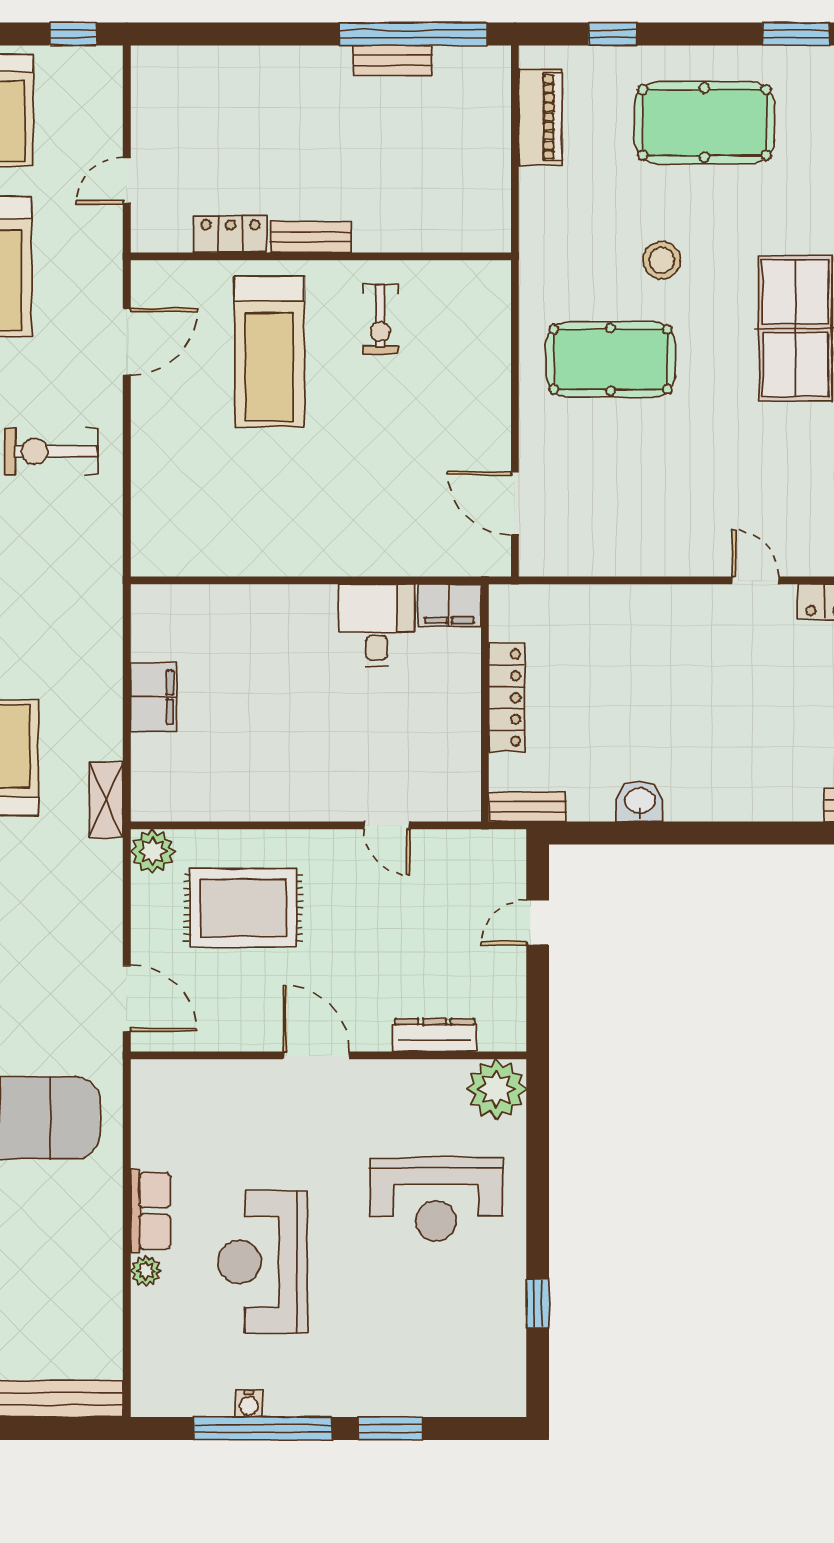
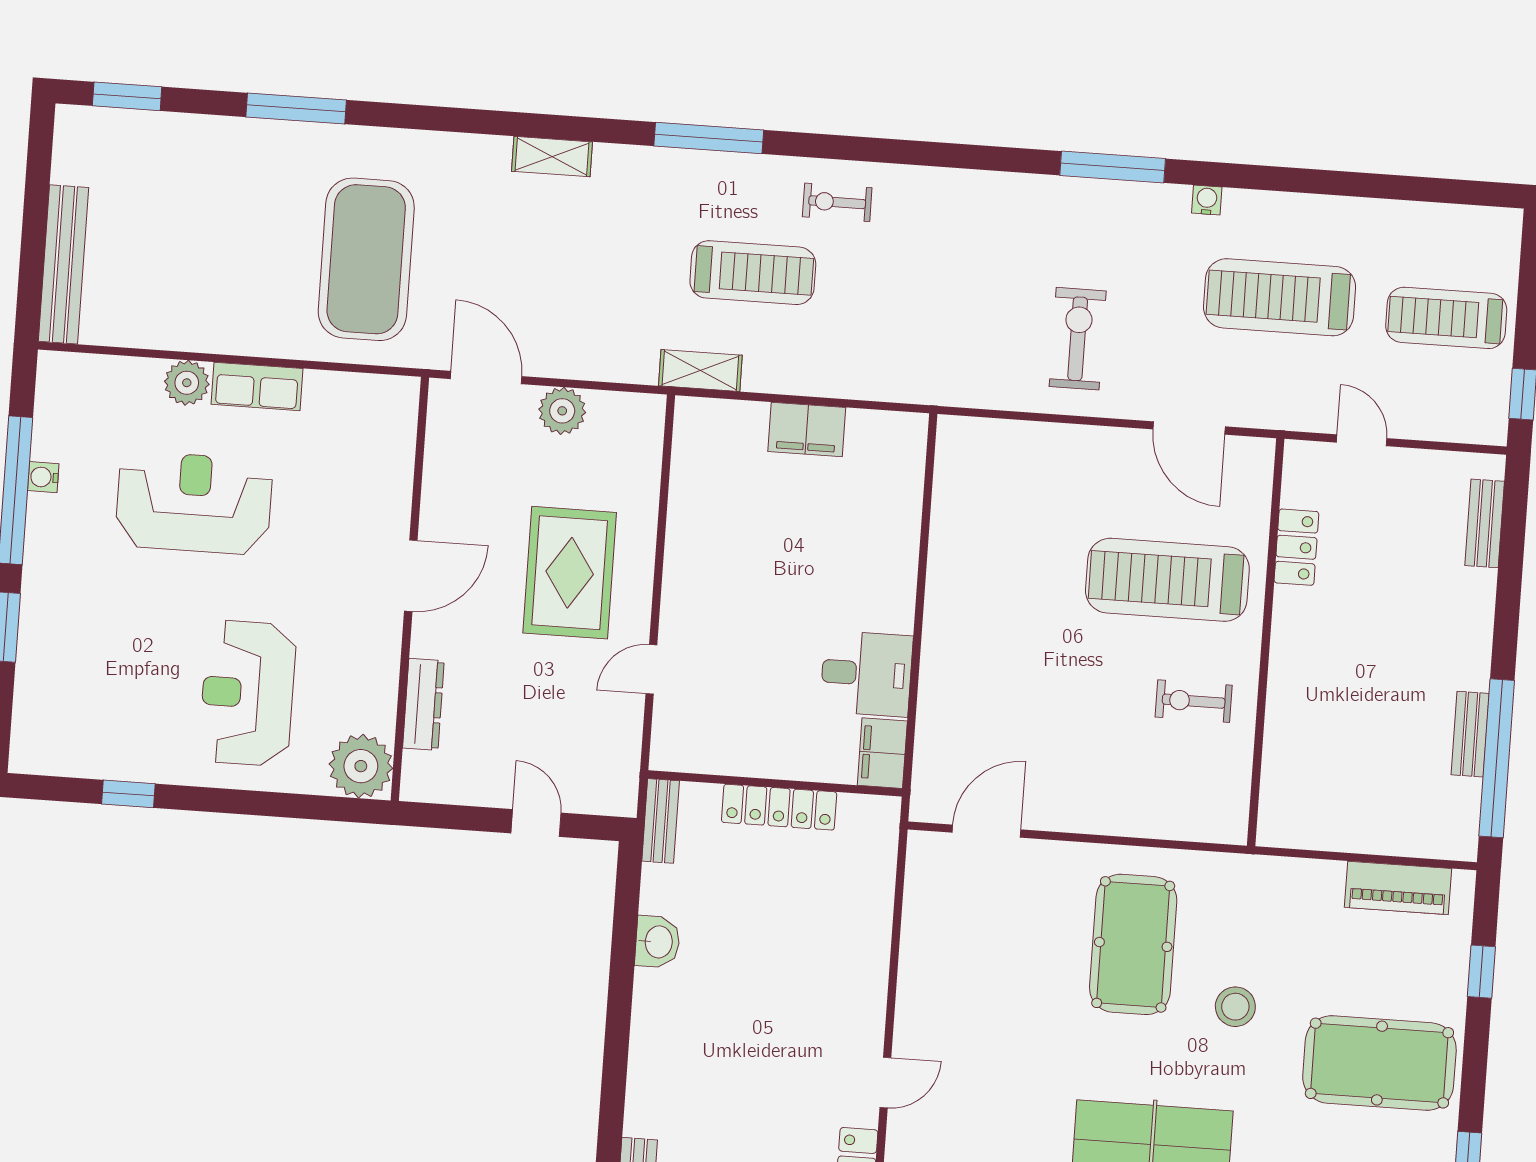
pool table: (704, 123) -> (1379, 1063), turned 90
bench: (311, 237) -> (1485, 523), moved
plant: (153, 851) -> (562, 411), moved
rug: (243, 908) -> (570, 573), moved
door: (127, 999) -> (486, 378), swing flipped
plant: (146, 1271) -> (187, 383), width x1.38, depth x1.38

